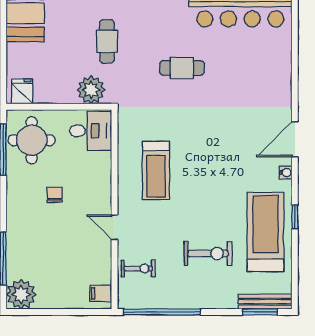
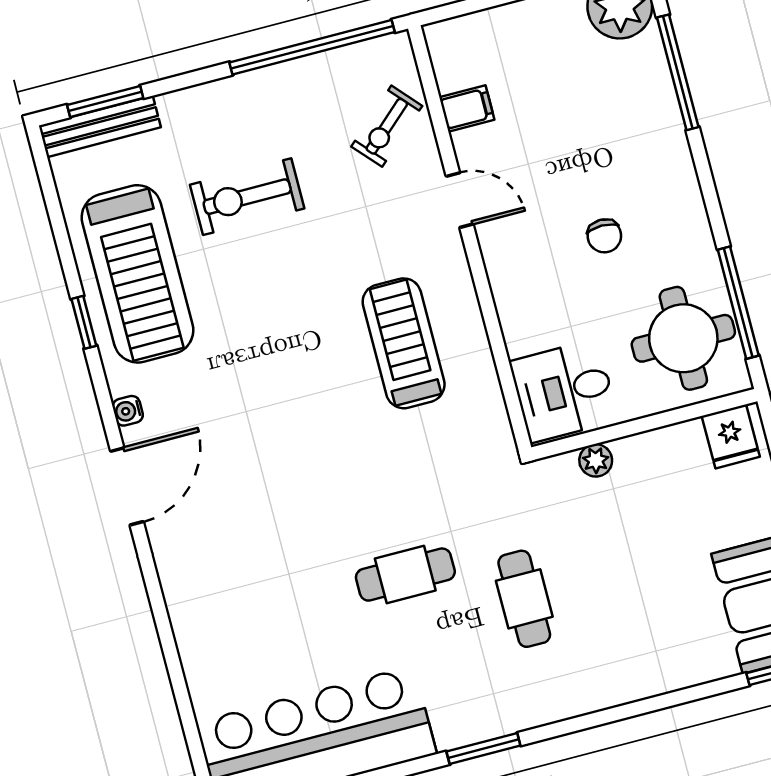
cafe table: (107, 41) -> (524, 599), moved
plant: (91, 90) -> (596, 460), width x0.53, depth x0.53
exercise bike: (138, 268) -> (387, 126), turned -42
filing cabinet: (101, 293) -> (467, 108), moved

